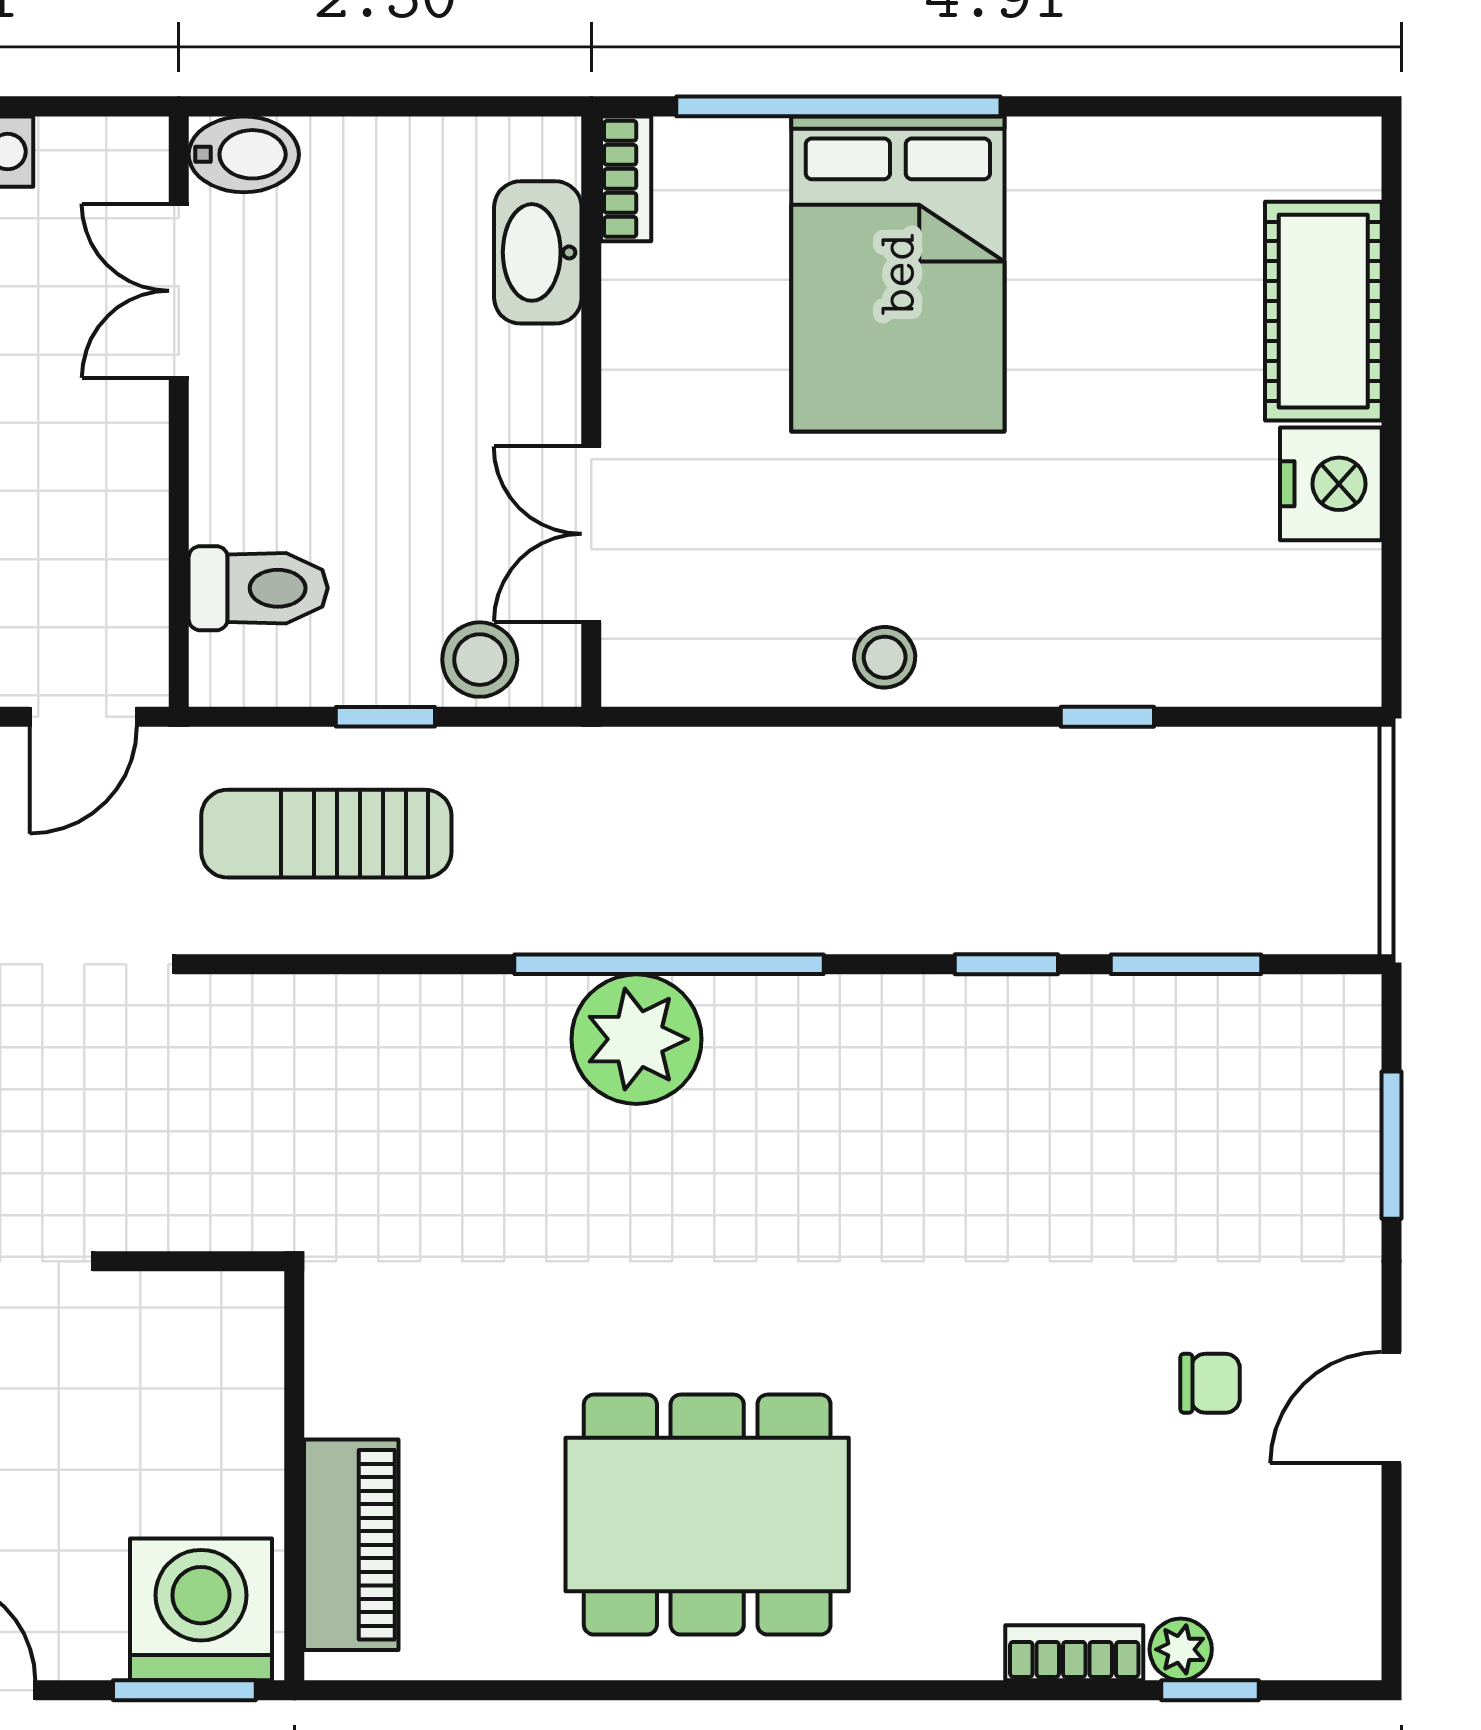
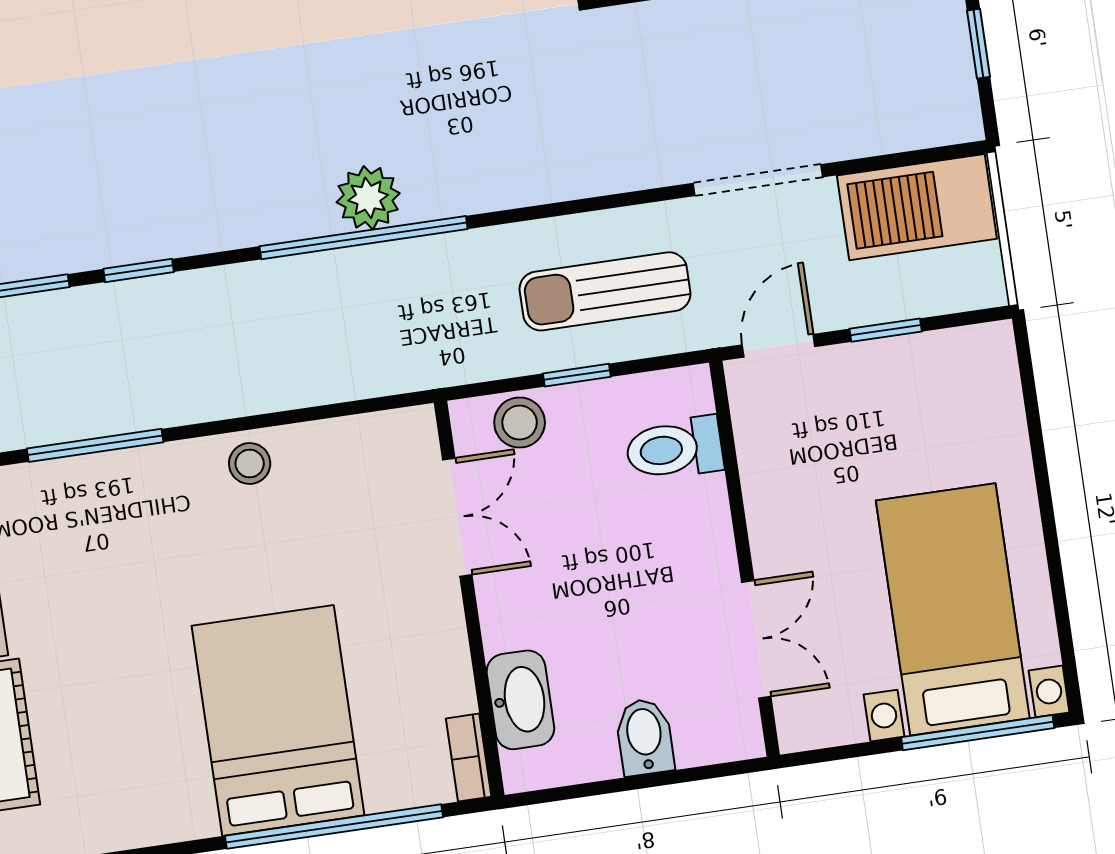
bidet: (244, 154) -> (645, 737), moved, turned 90
window: (1107, 717) -> (95, 445), width x2.17
sun lounger: (326, 834) -> (605, 291), turned 180
plant: (636, 1039) -> (368, 198), width x0.73, depth x0.73

